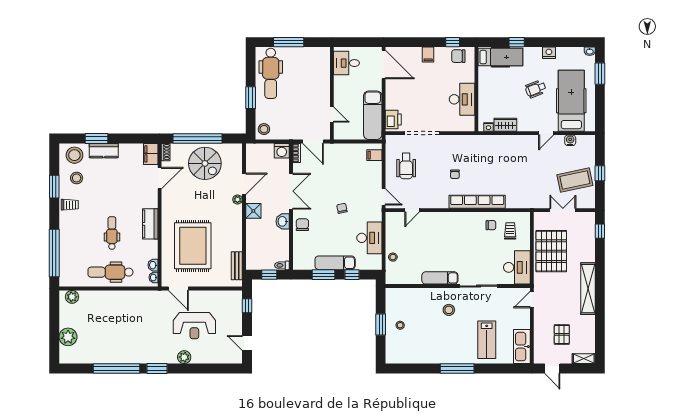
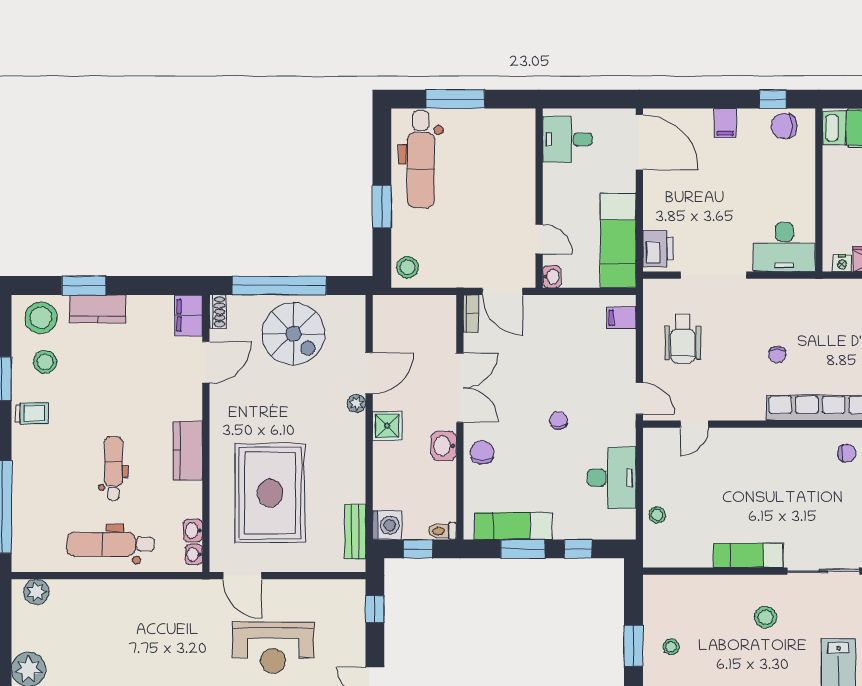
desk: (462, 99) -> (784, 247), moved, turned 90
washbasin: (338, 134) -> (552, 277), added
washing machine: (282, 151) -> (387, 525), moved, turned -90
exam couch: (335, 263) -> (513, 526), moved

